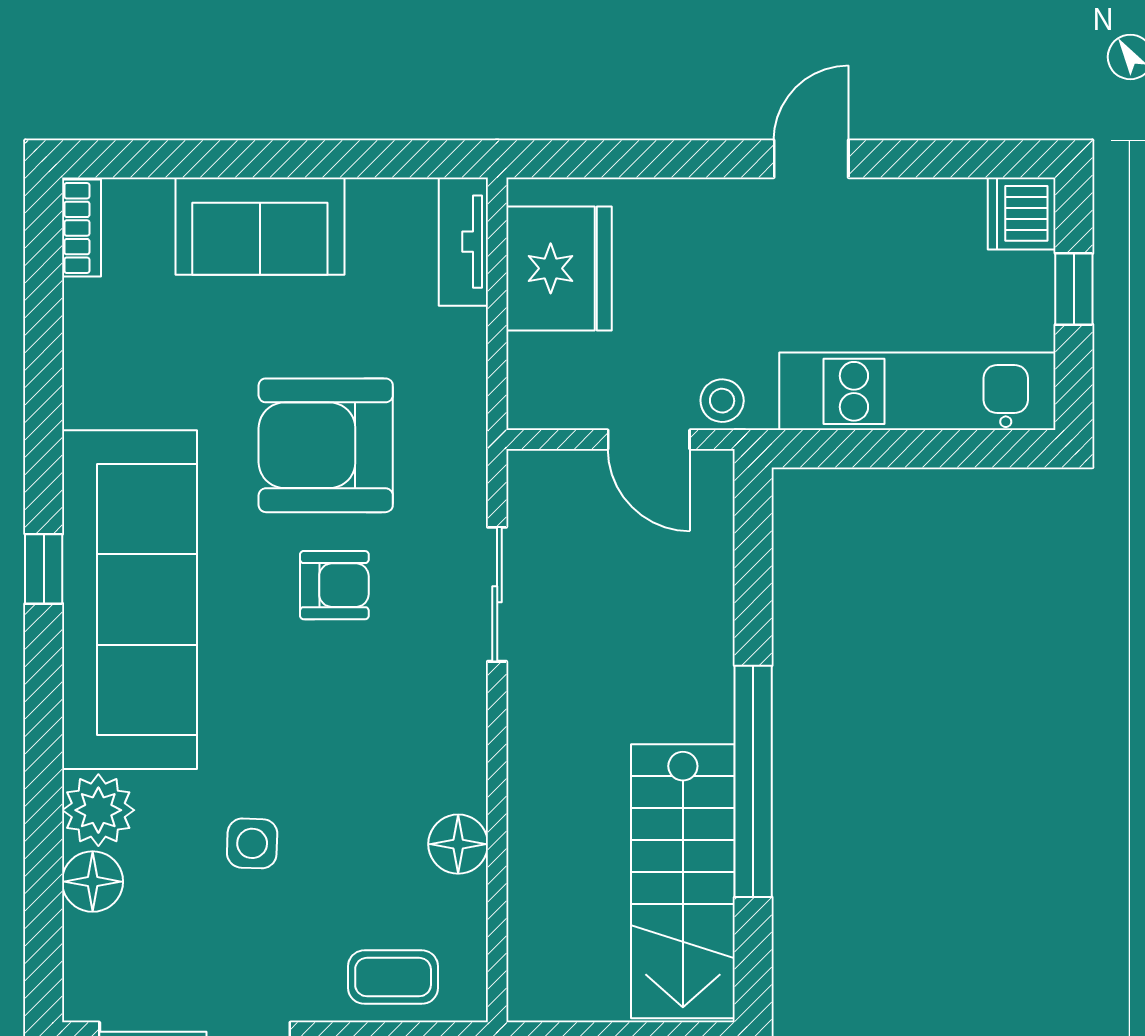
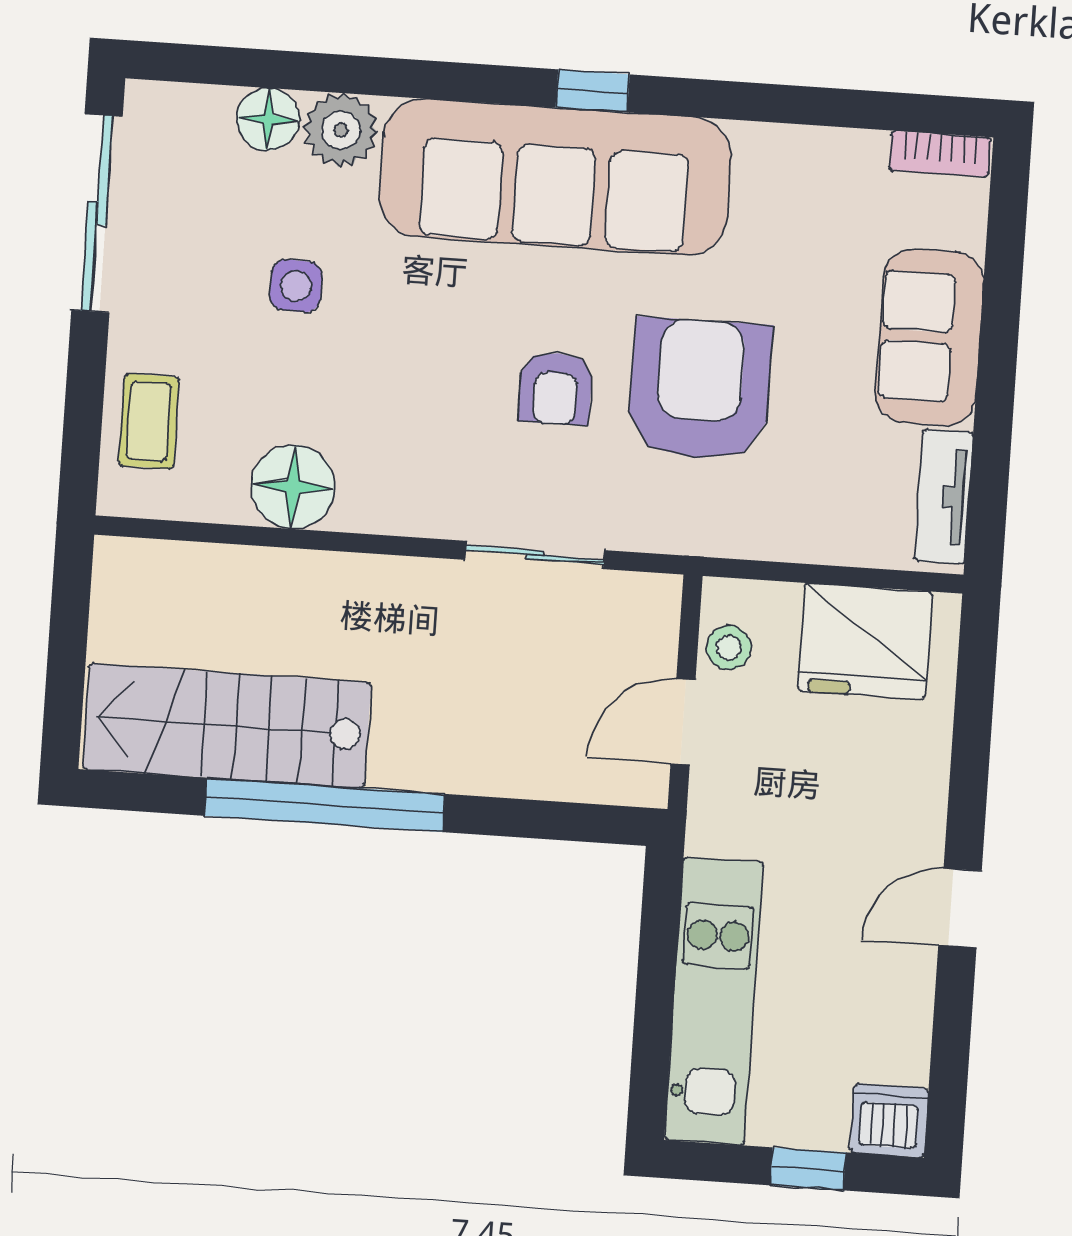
door: (811, 159) -> (960, 908), swing flipped
tv unit: (463, 242) -> (944, 497), moved, turned -90
stool: (722, 401) -> (729, 648), moved
floor lamp: (458, 844) -> (293, 487), width x1.38, depth x1.38

